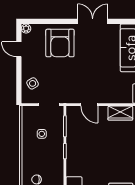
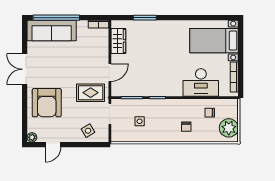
armchair: (60, 43) -> (47, 103), turned 90
rug: (70, 86) -> (91, 93), added

